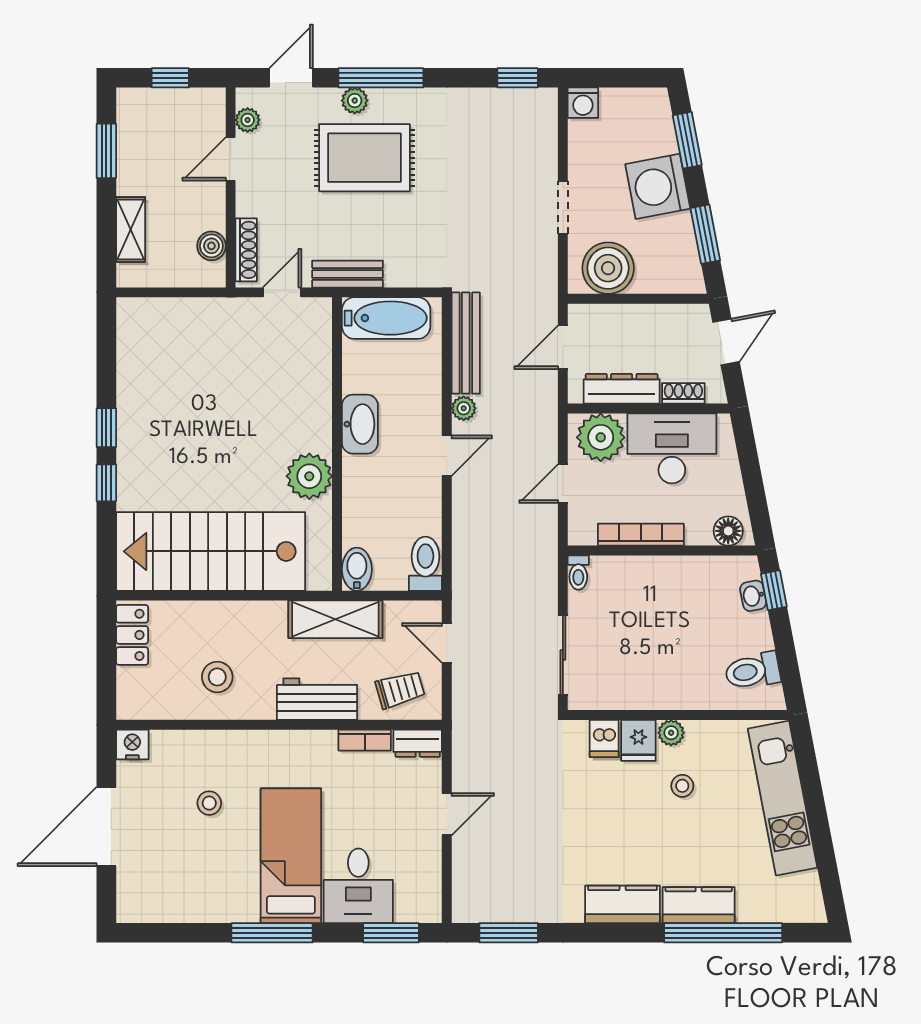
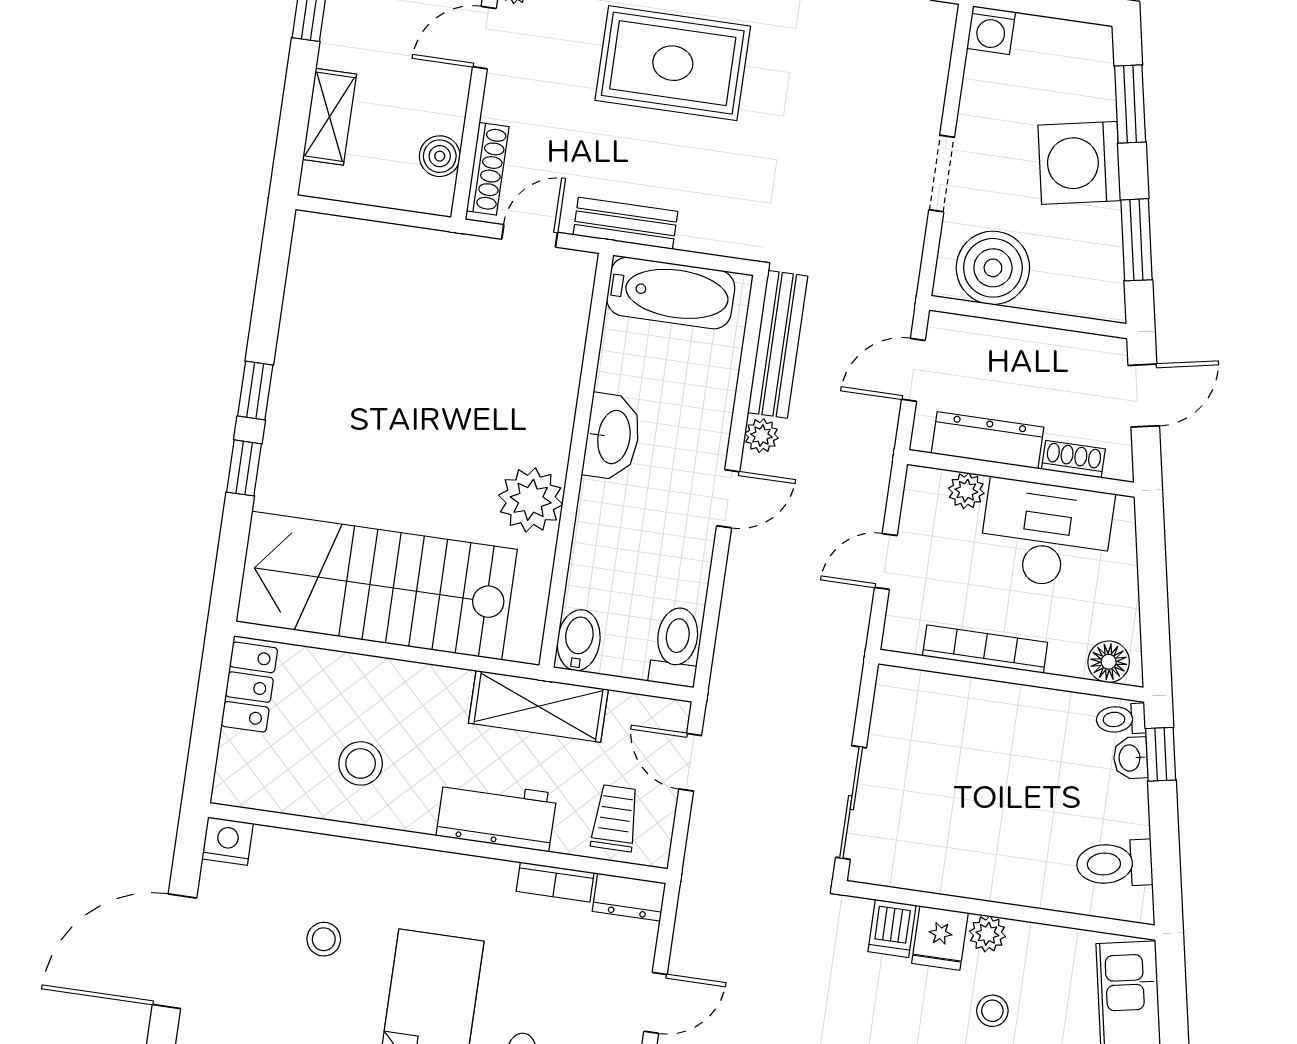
plant: (601, 437) -> (966, 491), width x0.53, depth x0.53
toilet: (578, 572) -> (1121, 719), moved, turned 79
trolley: (400, 690) -> (615, 818), turned -74

